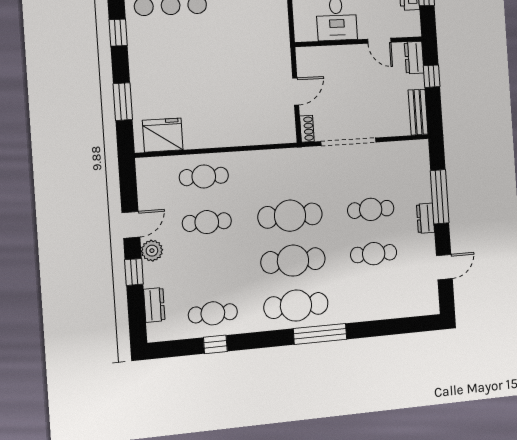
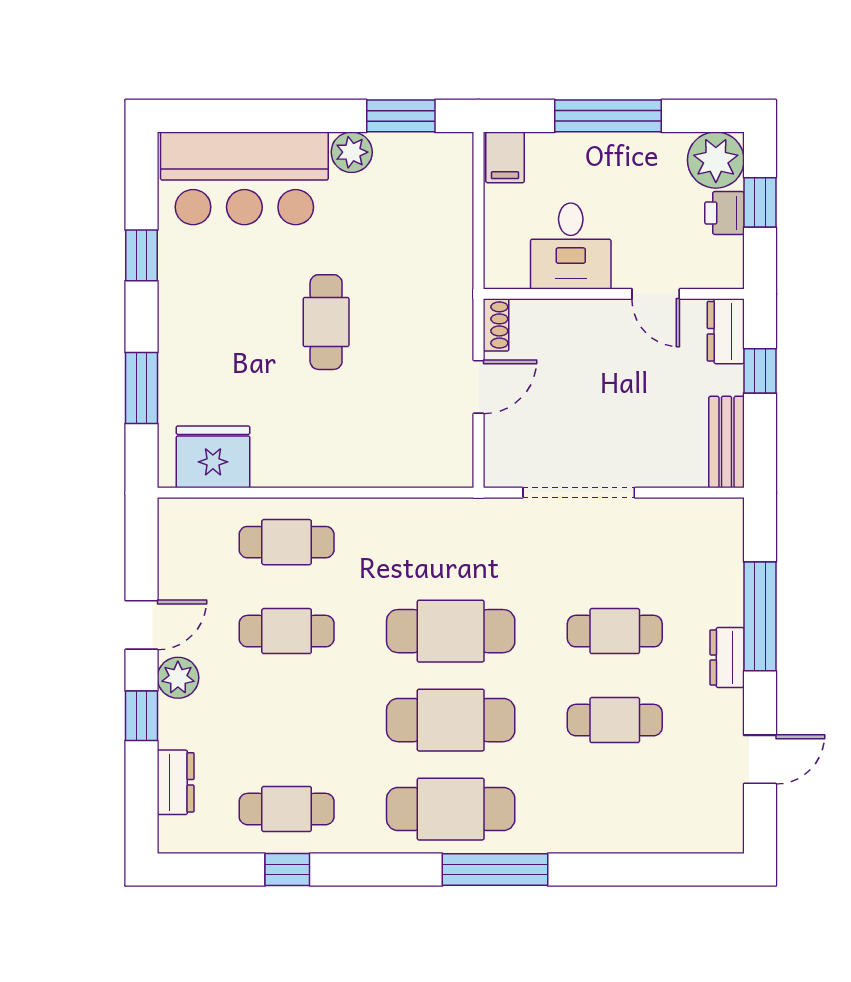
cafe table: (217, 63) -> (326, 322), added
shoe rack: (307, 129) -> (496, 325), moved

